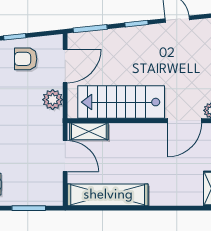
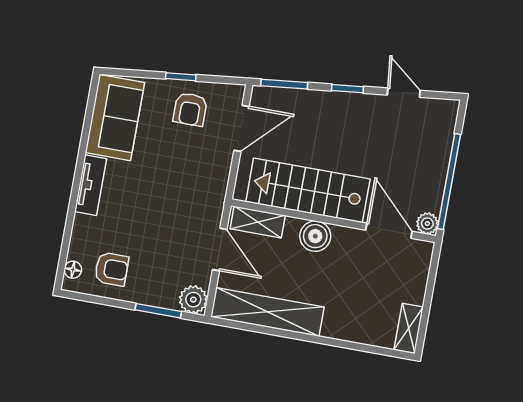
armchair: (26, 59) -> (190, 109), turned -90
plant: (53, 100) -> (193, 300), moved
door: (185, 121) -> (389, 231), swing flipped
boiler: (132, 134) -> (315, 236), added

